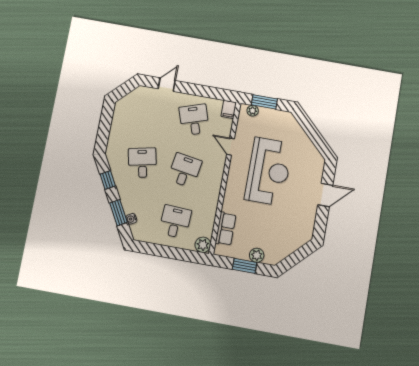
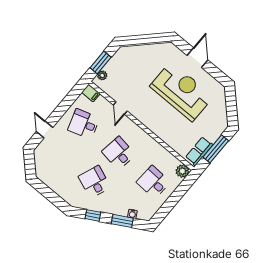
door: (230, 147) -> (120, 108), hinge flipped
desk: (142, 163) -> (94, 182), turned 33
reception desk: (269, 171) -> (182, 91), moved
row of seats: (226, 229) -> (199, 151), moved, turned -90
plant: (257, 255) -> (213, 135), removed
window: (245, 266) -> (216, 149), width x1.44

